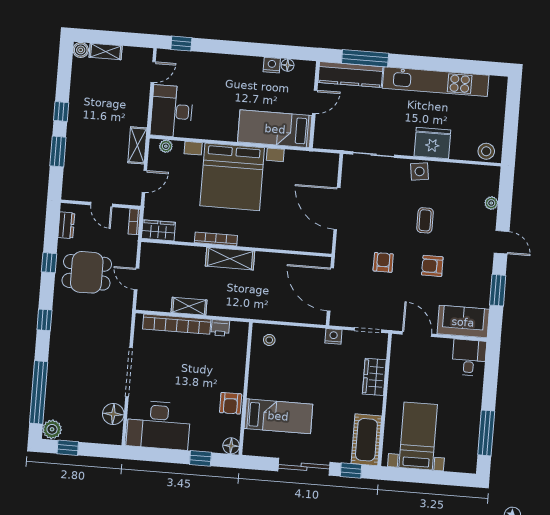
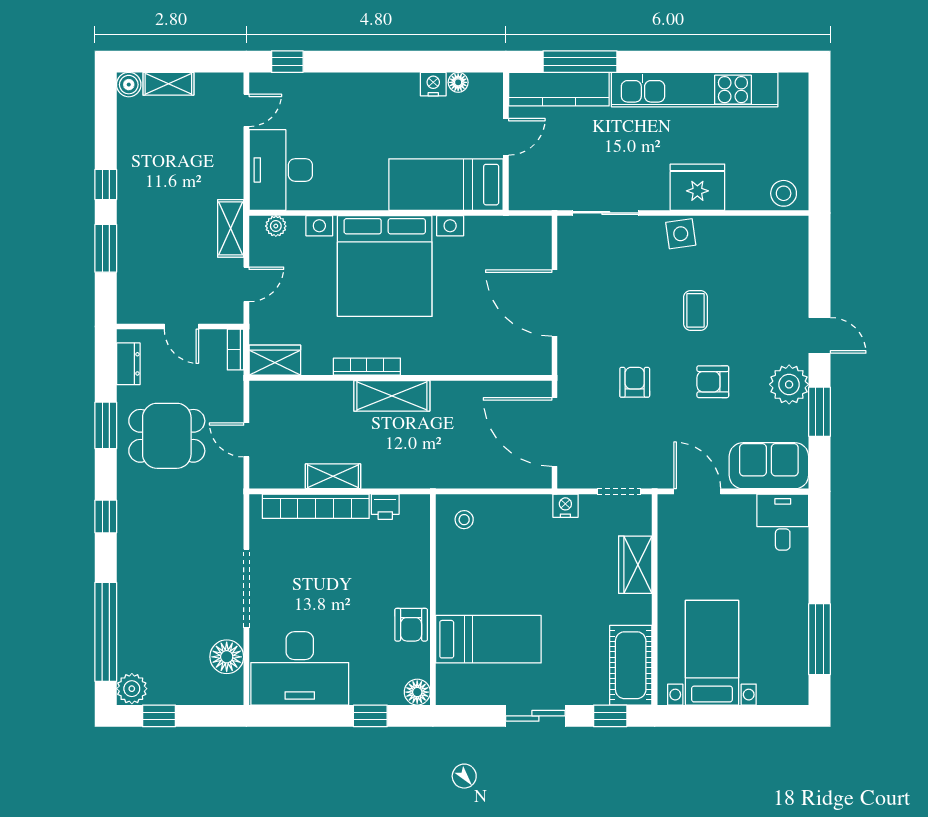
plant: (491, 203) -> (789, 384), moved, width x1.88, depth x1.88
window: (49, 263) -> (106, 425), width x1.50
sliding door: (304, 467) -> (535, 716), width x0.73

